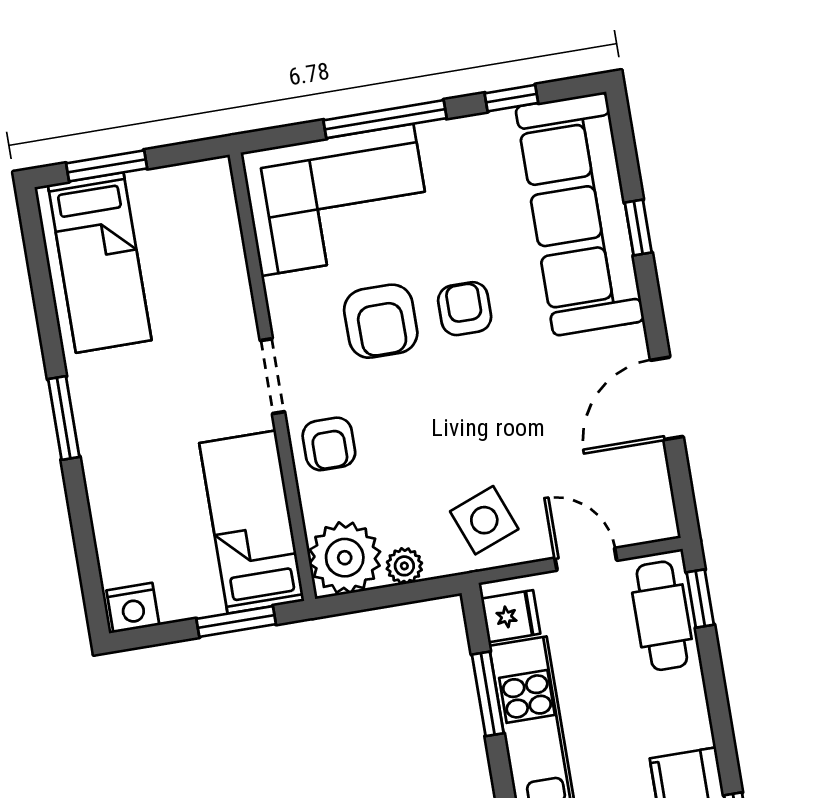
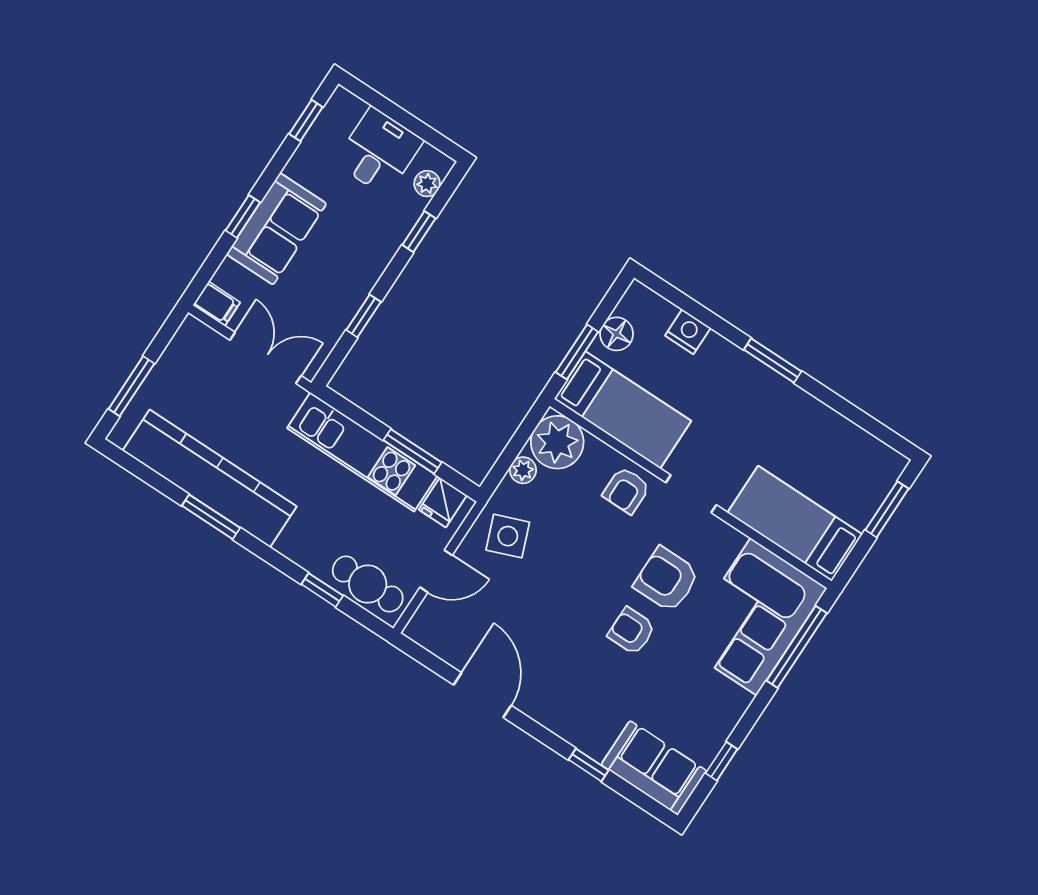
window: (385, 119) -> (797, 647), moved
sofa: (580, 214) -> (654, 768), width x0.54, depth x0.79
bed: (100, 263) -> (795, 524), moved
armchair: (465, 309) -> (632, 631), turned 180
armchair: (329, 444) -> (626, 490), turned -90
floor lamp: (182, 599) -> (617, 334), added
window: (700, 599) -> (322, 590), moved
nightstand: (133, 608) -> (688, 332), moved, turned 90

